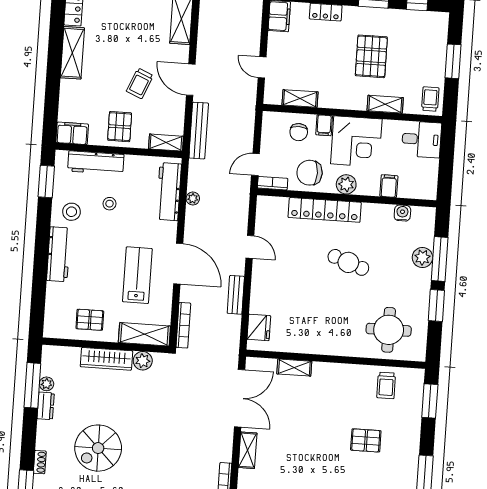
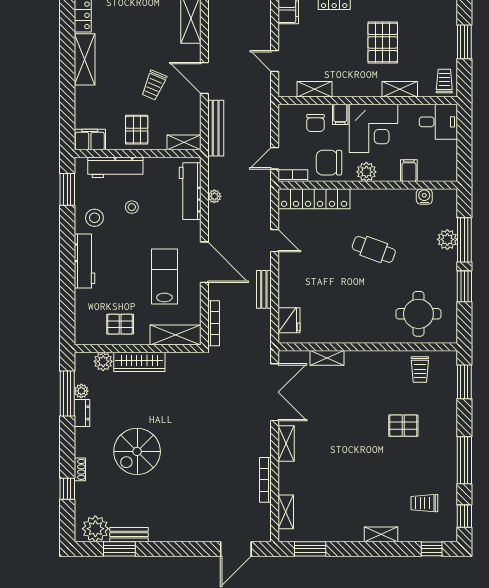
locker: (325, 210) -> (314, 199), moved
plant: (143, 361) -> (103, 361), moved

